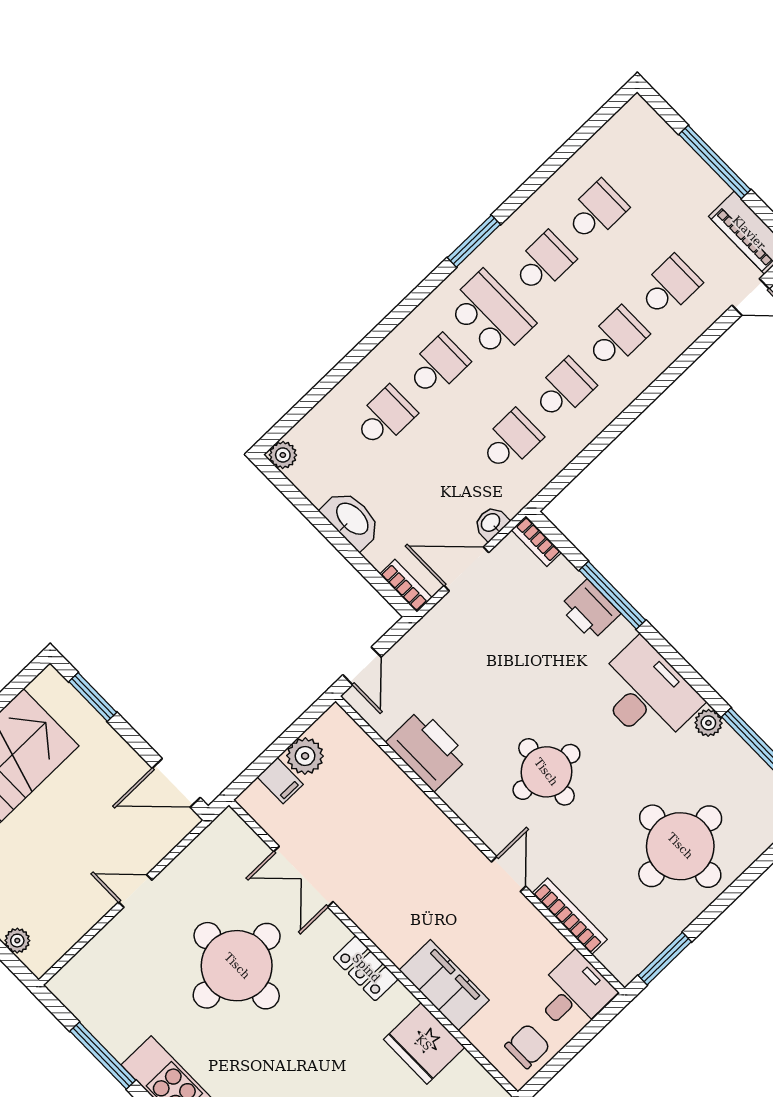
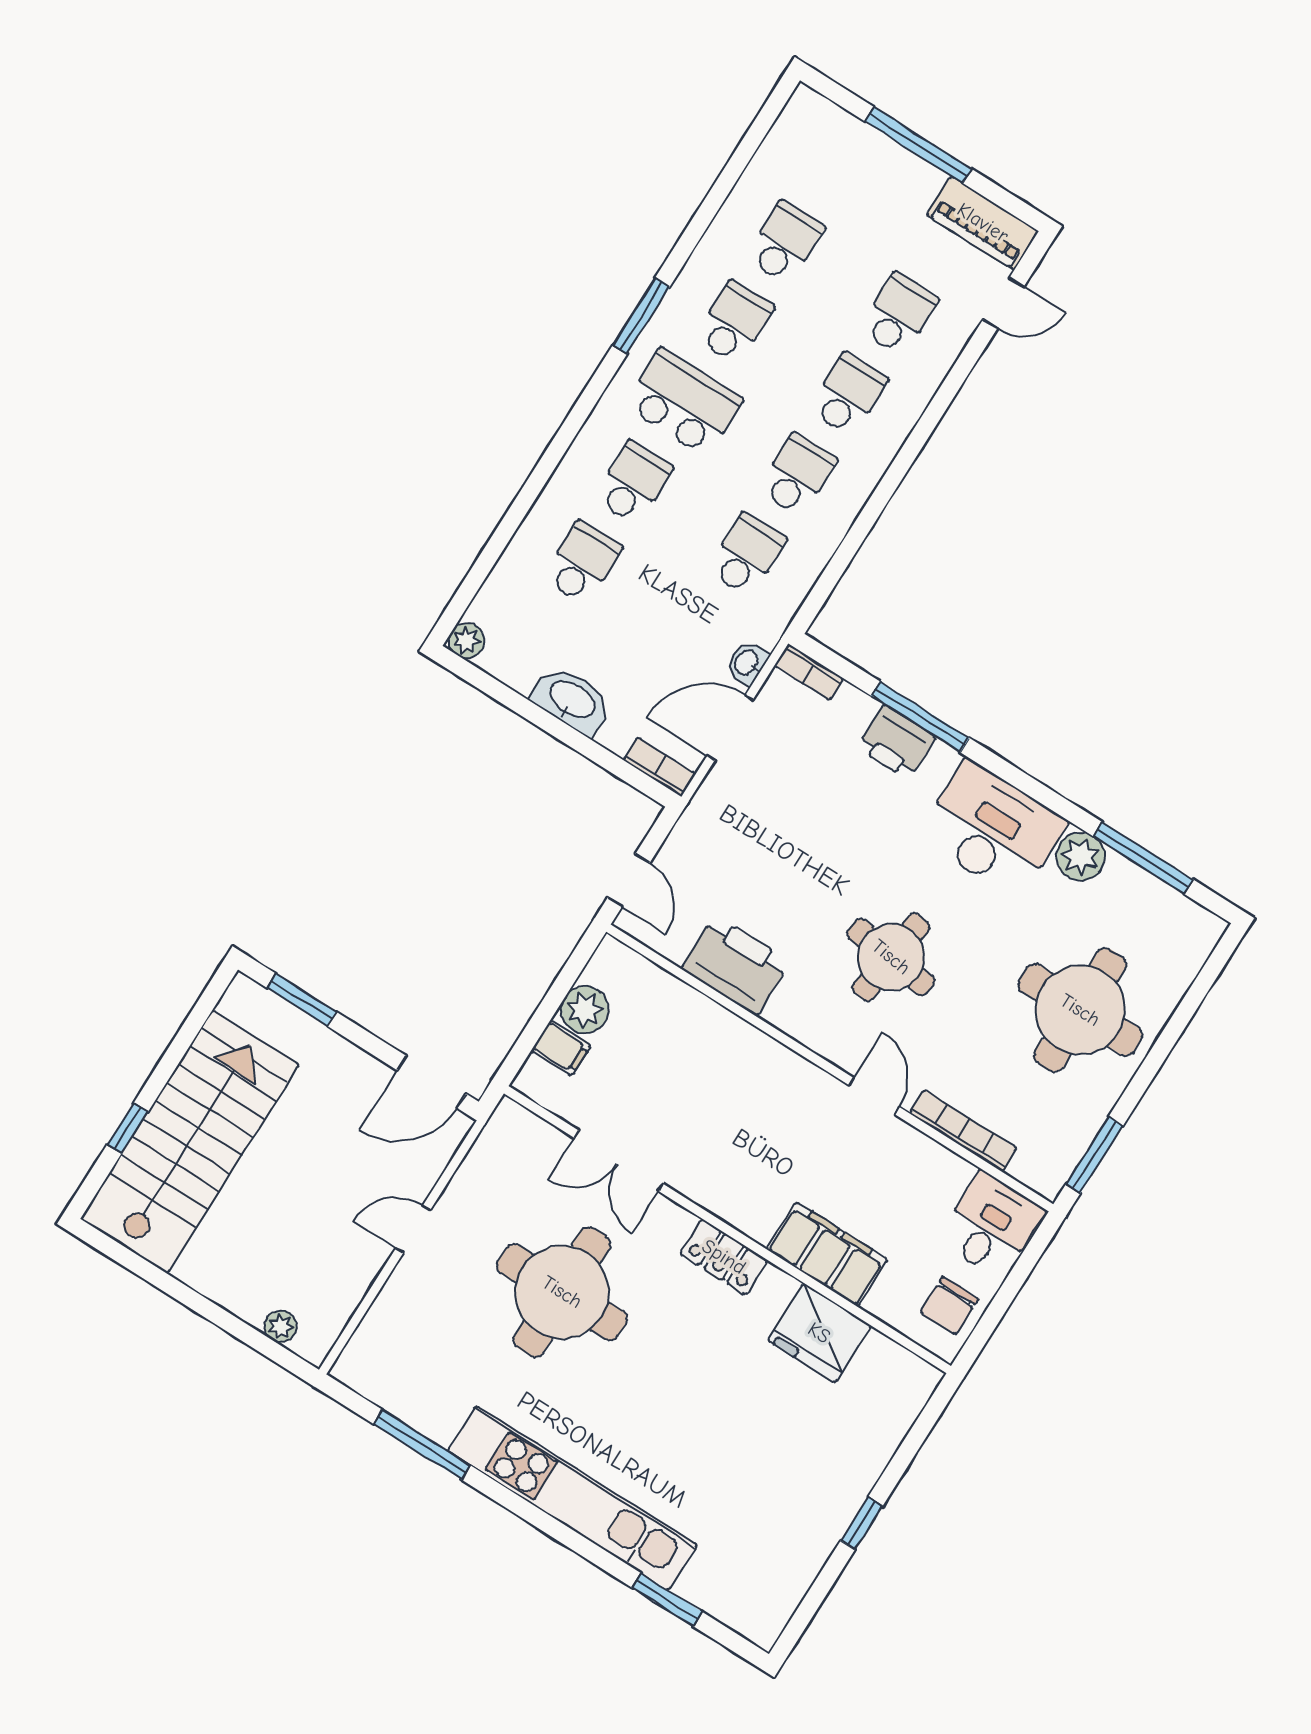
plant: (708, 723) -> (1080, 856), width x1.38, depth x1.38
chair: (527, 1046) -> (949, 1306), turned 180

